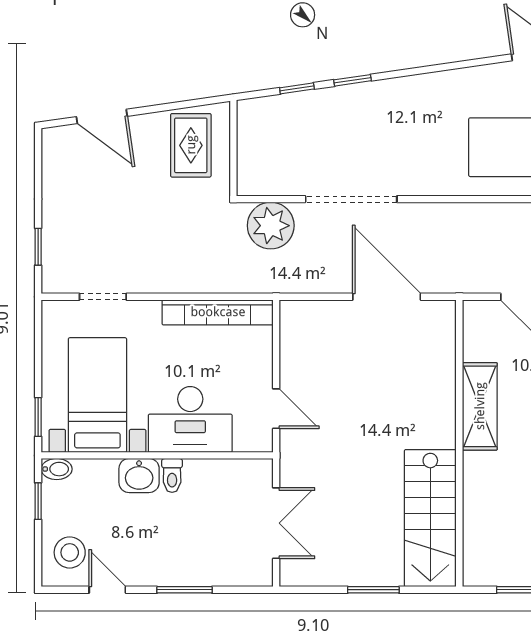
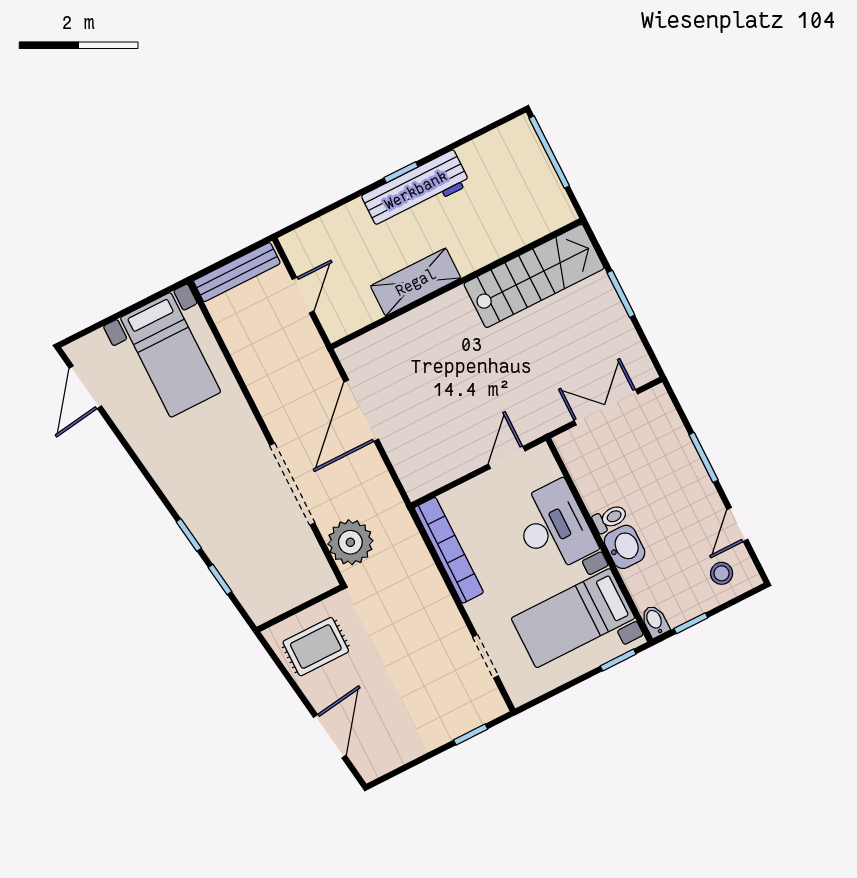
stool: (70, 552) -> (722, 573), width x0.73, depth x0.73

